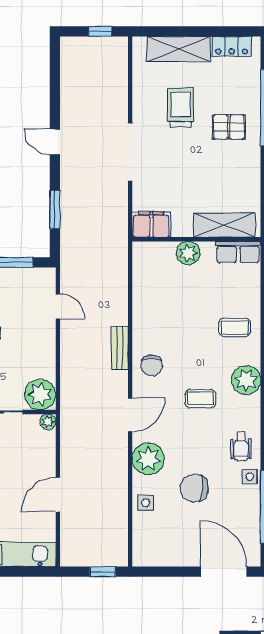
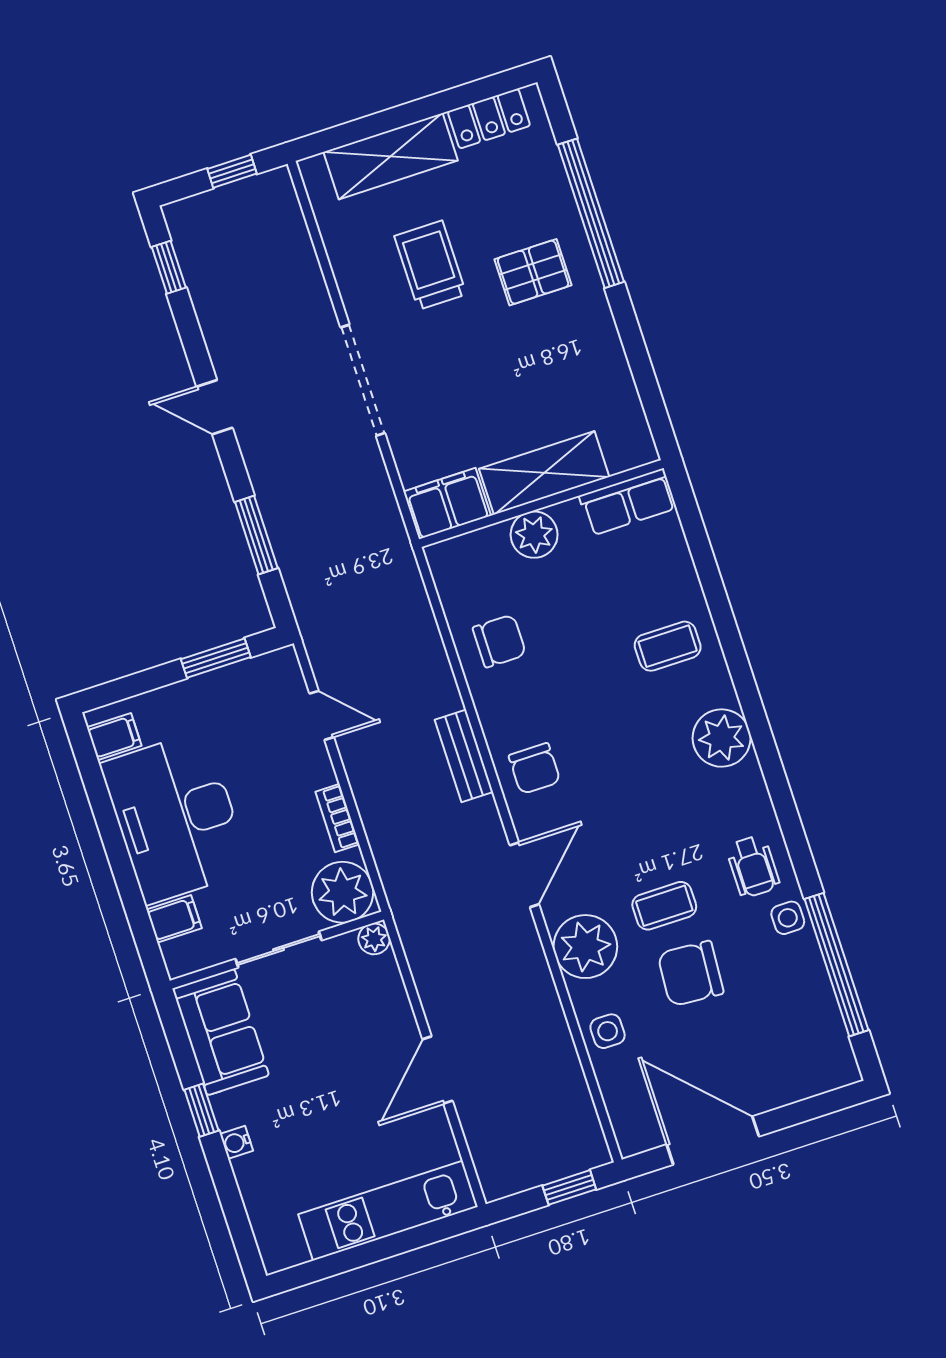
window: (55, 67) -> (169, 267), added
shelving: (224, 225) -> (544, 473), moved
chair: (155, 299) -> (499, 641), added
bookcase: (49, 358) -> (337, 818), added
coffee table: (200, 398) -> (664, 906), moved
door: (224, 572) -> (713, 1140), moved

